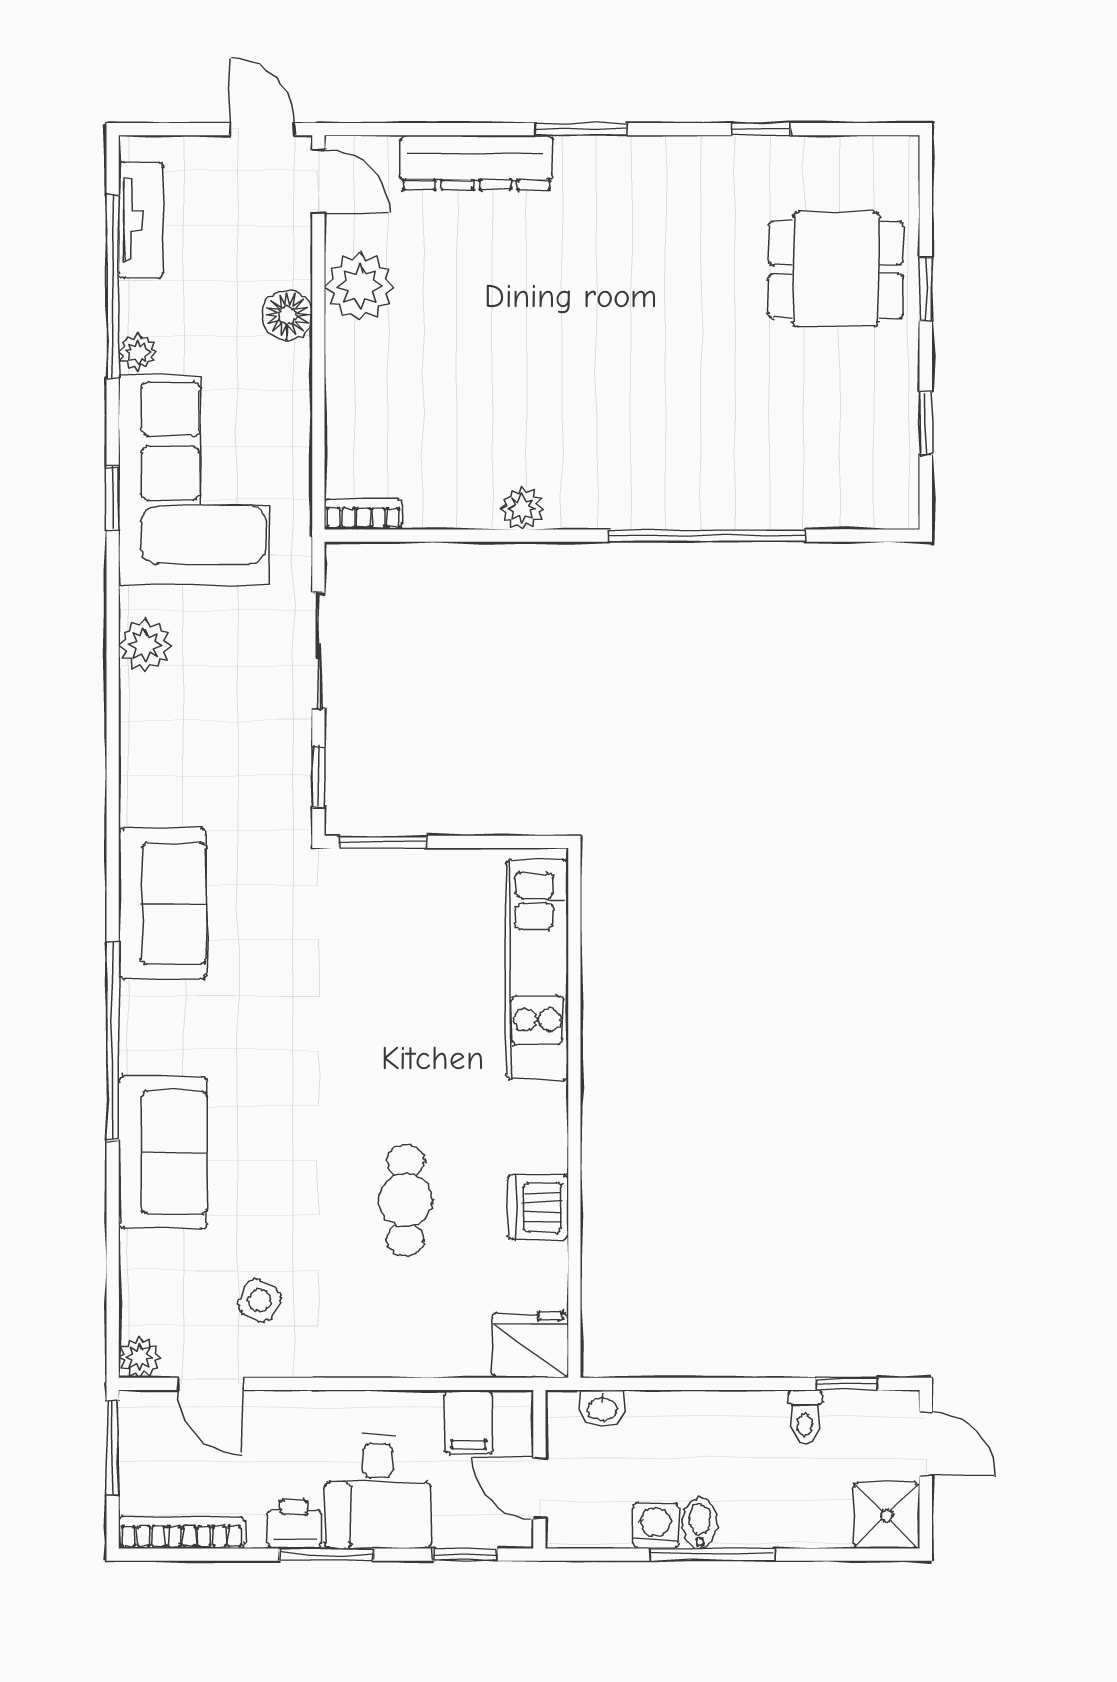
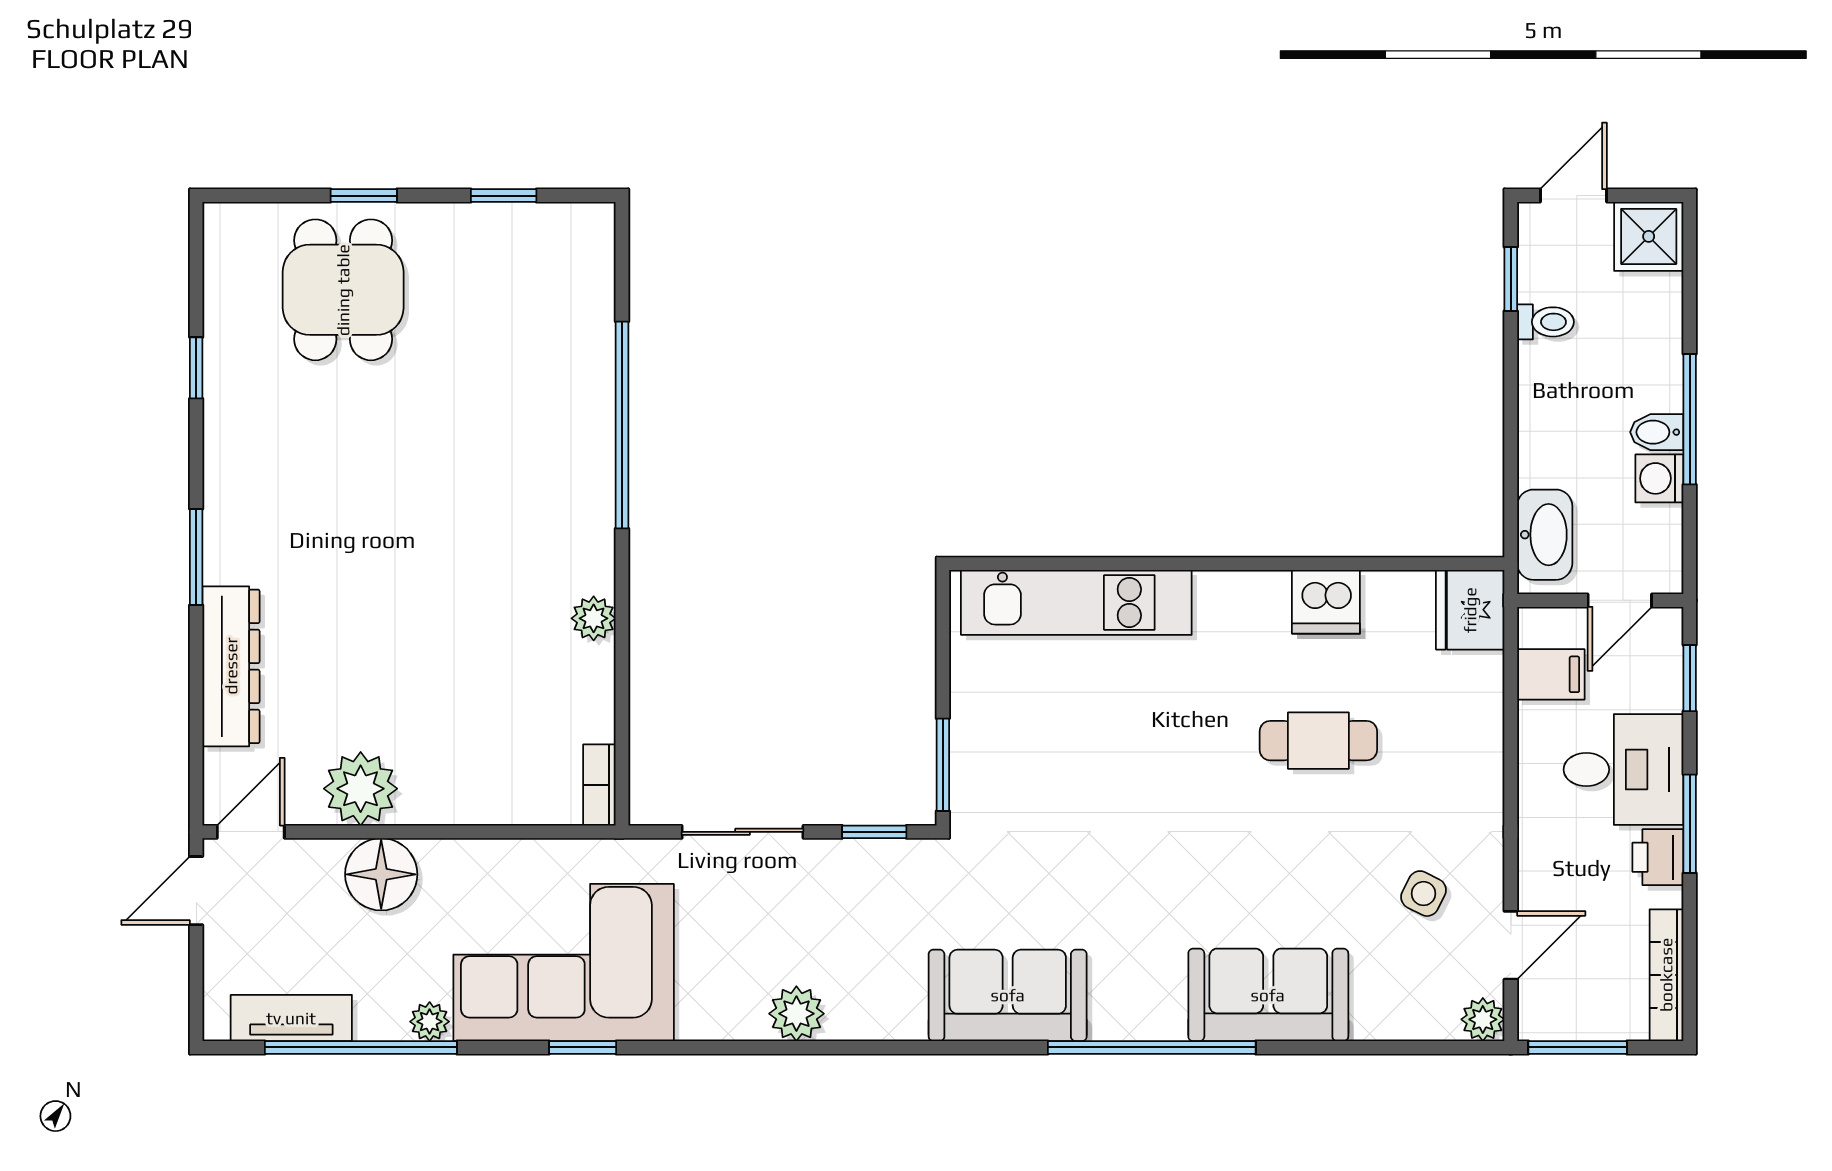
floor lamp: (287, 315) -> (381, 874), width x1.38, depth x1.38
plant: (145, 645) -> (796, 1014), moved
washbasin: (602, 1408) -> (1545, 535), width x1.91, depth x1.45

